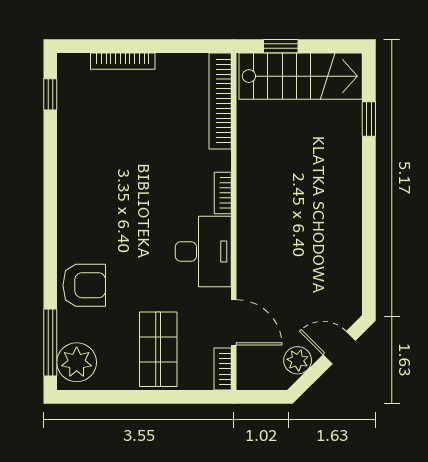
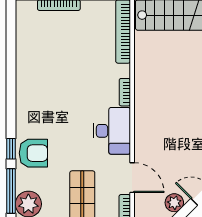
window: (50, 94) -> (11, 149), moved

